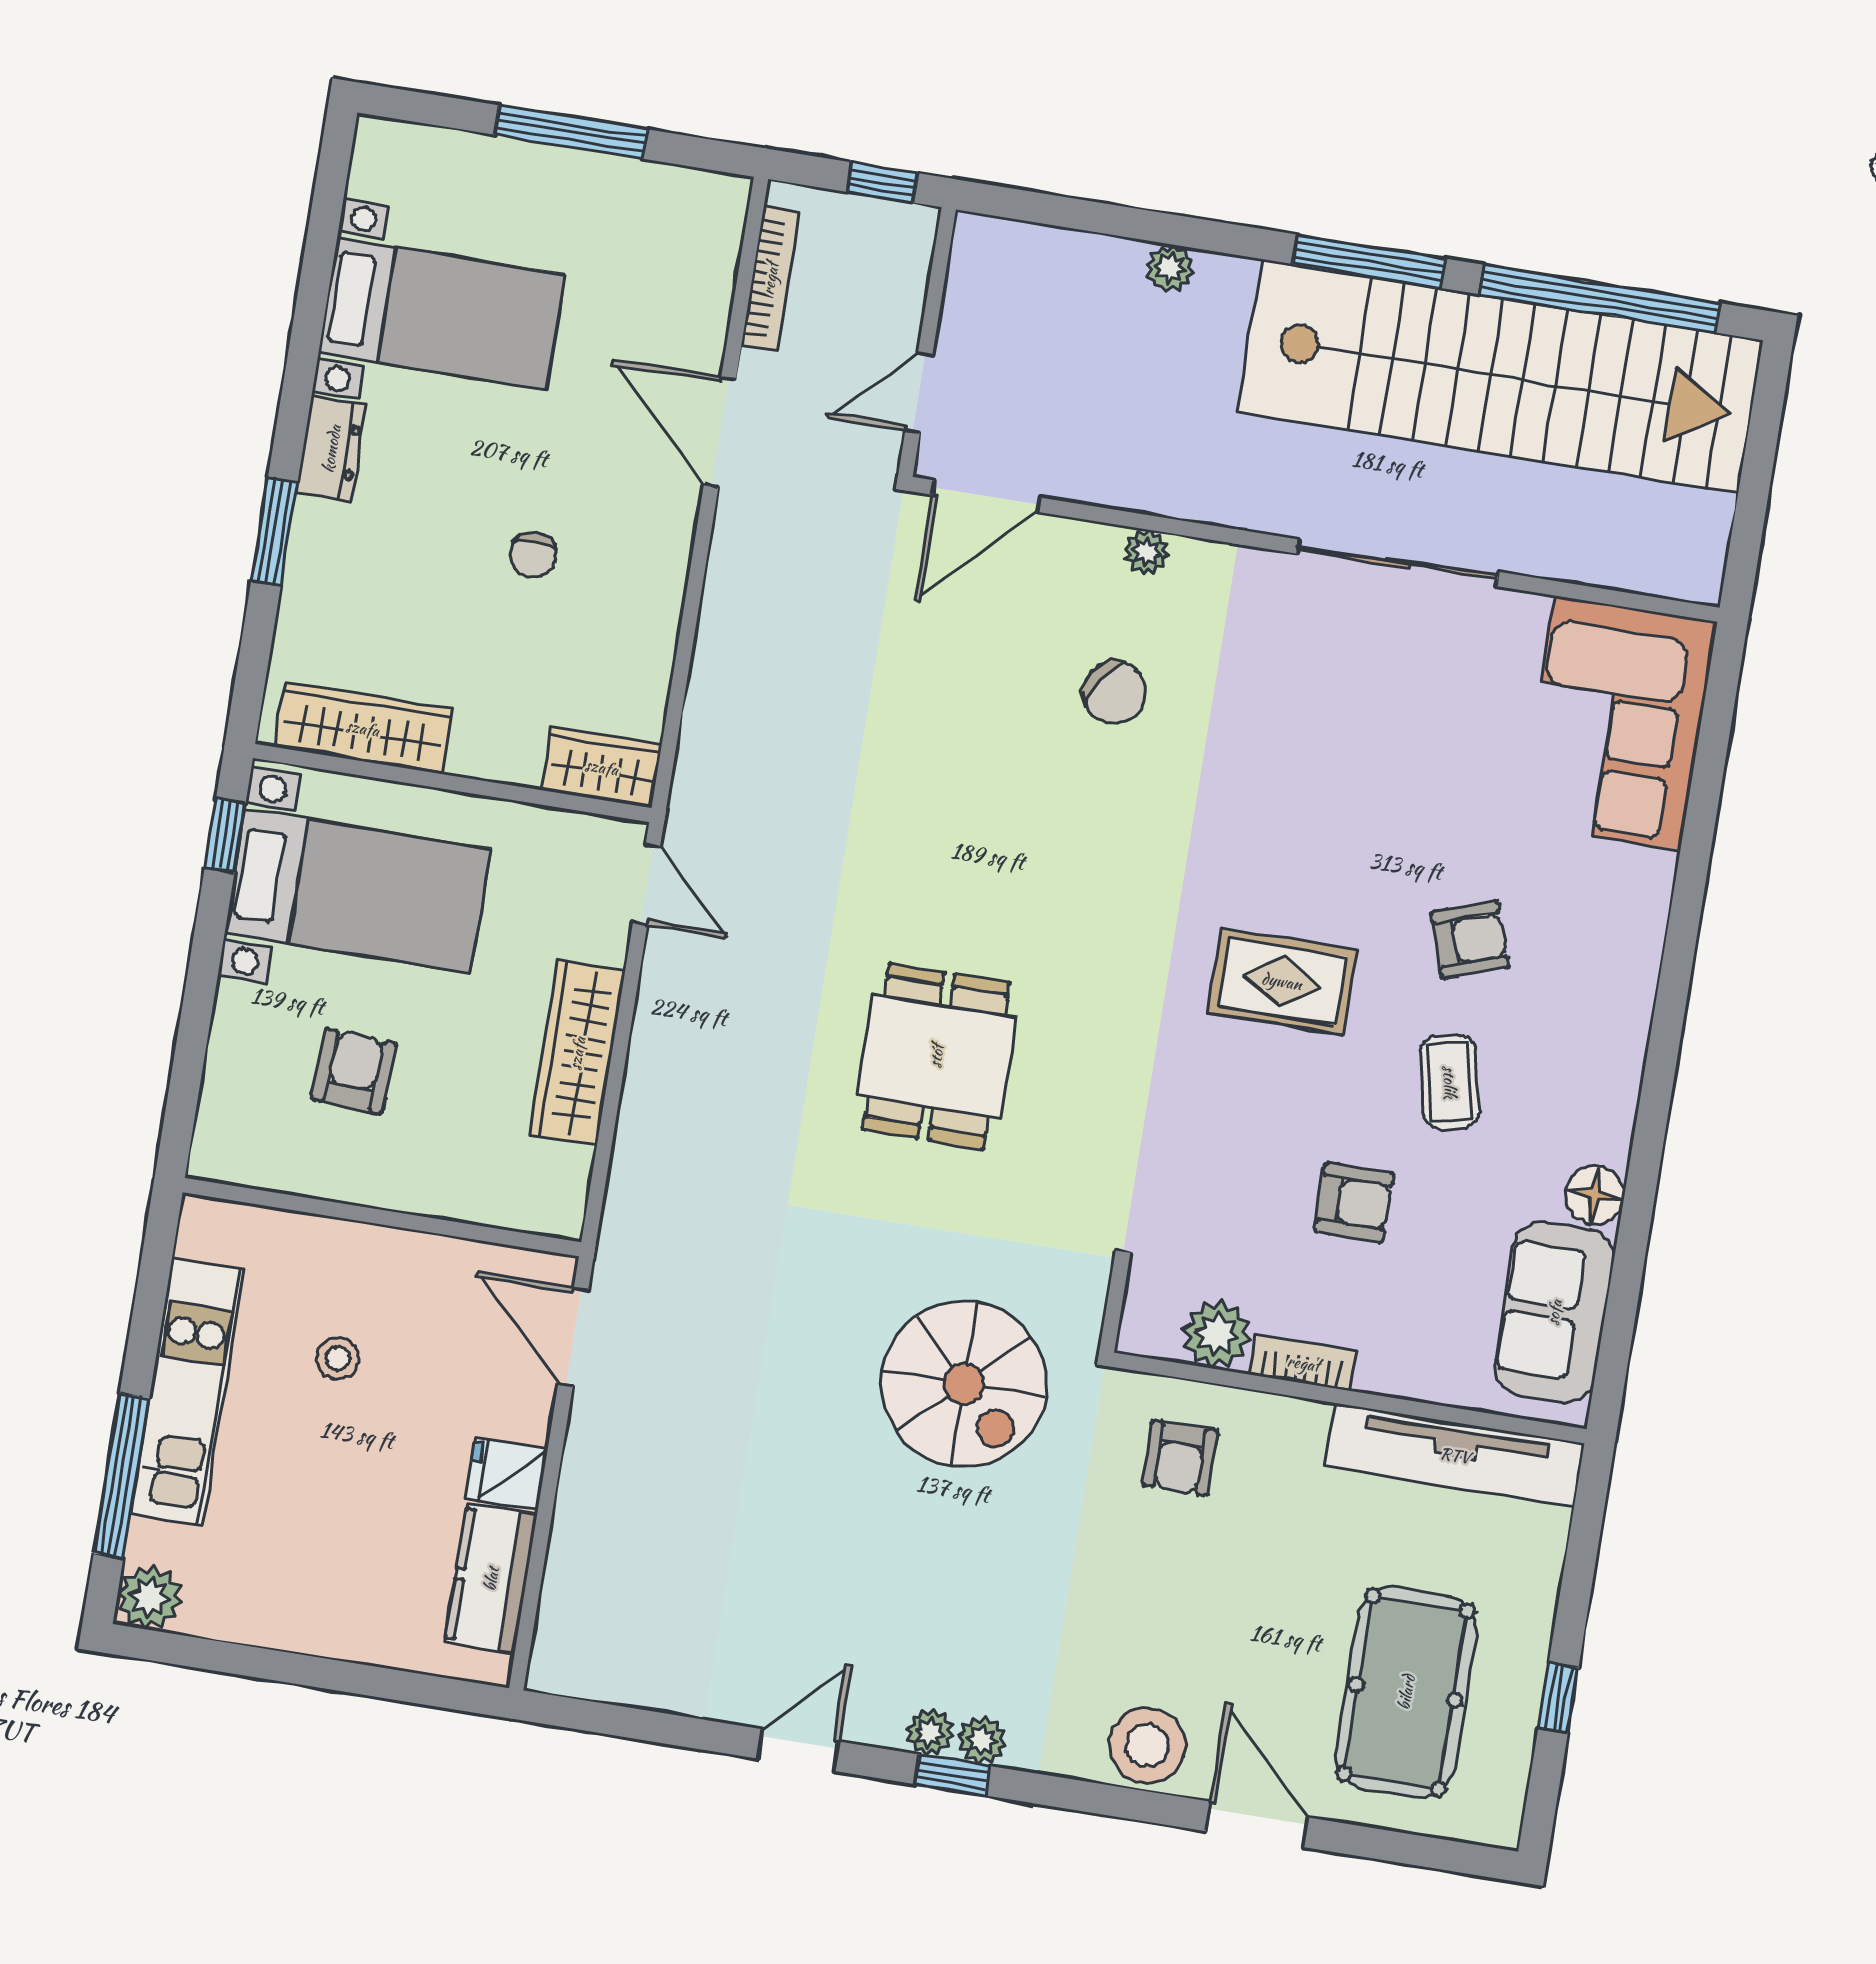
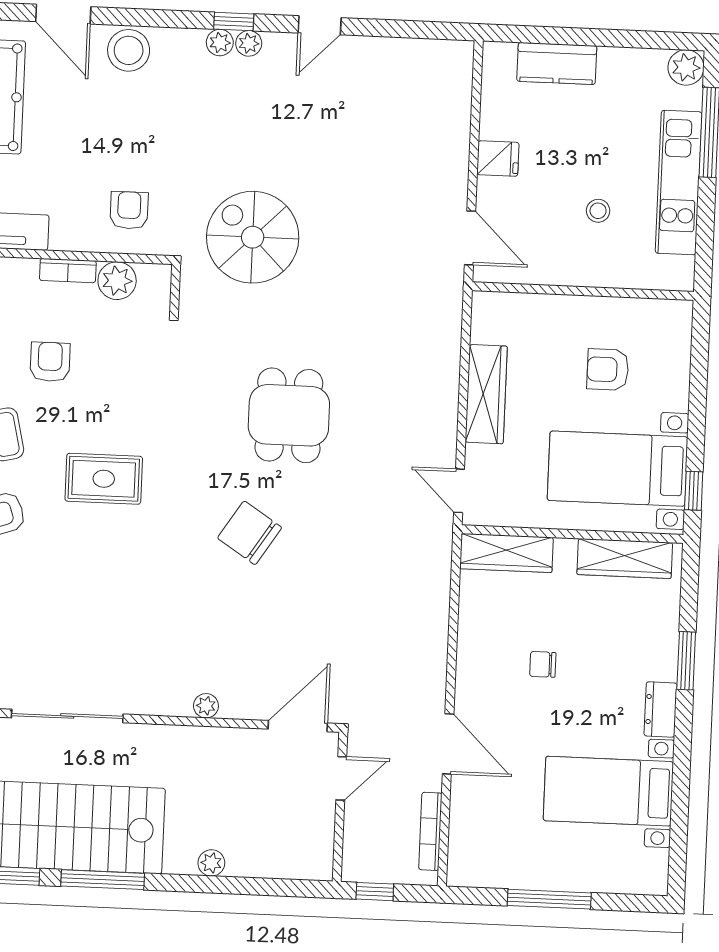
chair: (533, 555) -> (543, 664), turned -90
chair: (1115, 692) -> (250, 533), moved, width x1.37, depth x1.37
wardrobe: (602, 767) -> (506, 553), width x1.50
armchair: (354, 1071) -> (608, 370), turned 87
armchair: (1354, 1203) -> (50, 362), turned 90
kitchen counter: (491, 1579) -> (557, 64), moved, turned 90

